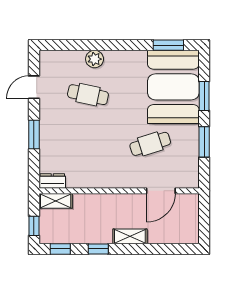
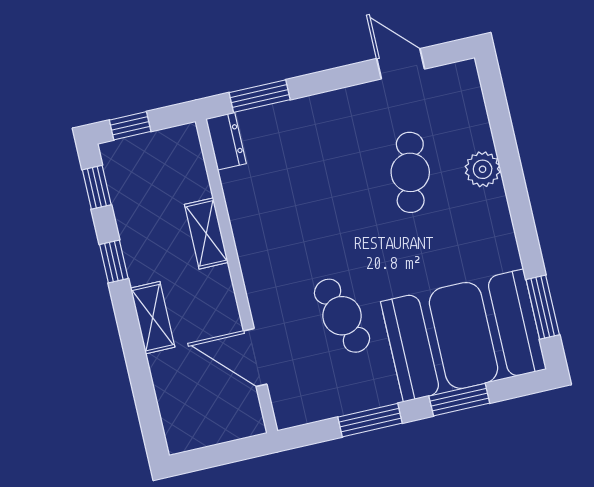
window: (34, 134) -> (260, 96), moved
shelving: (56, 201) -> (206, 233), moved

